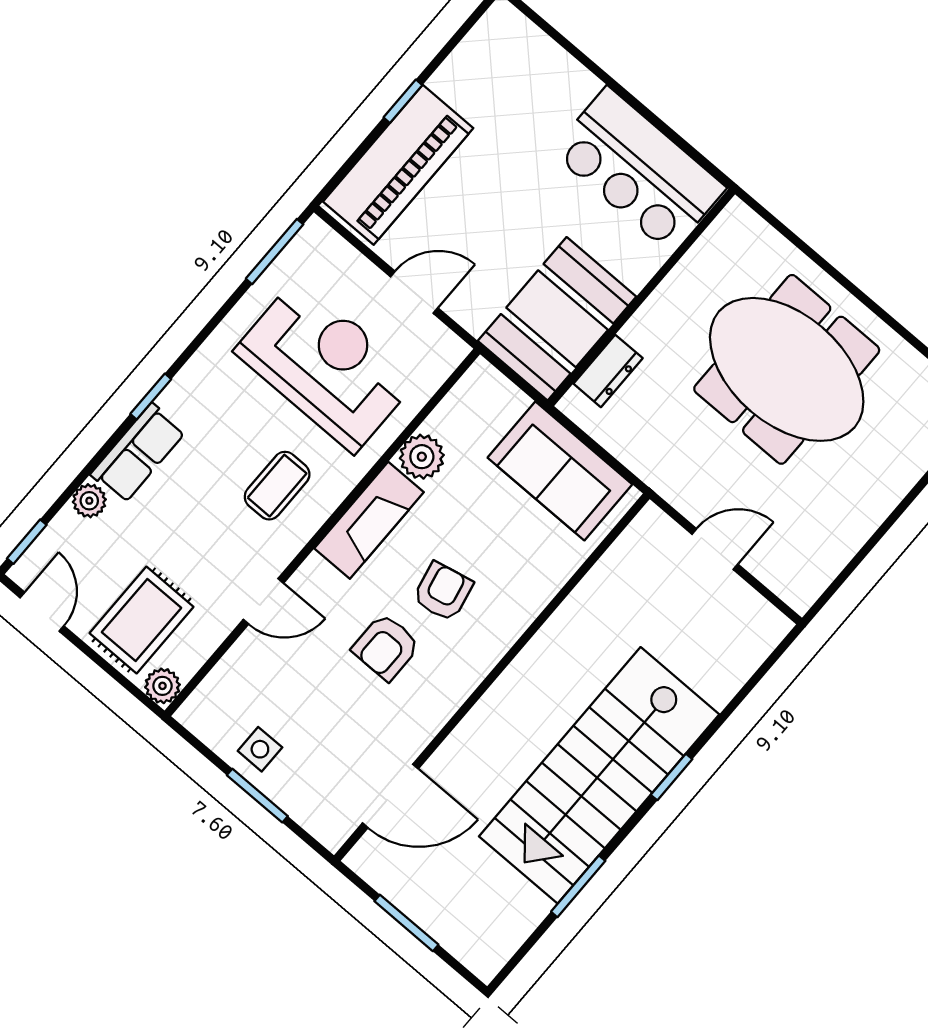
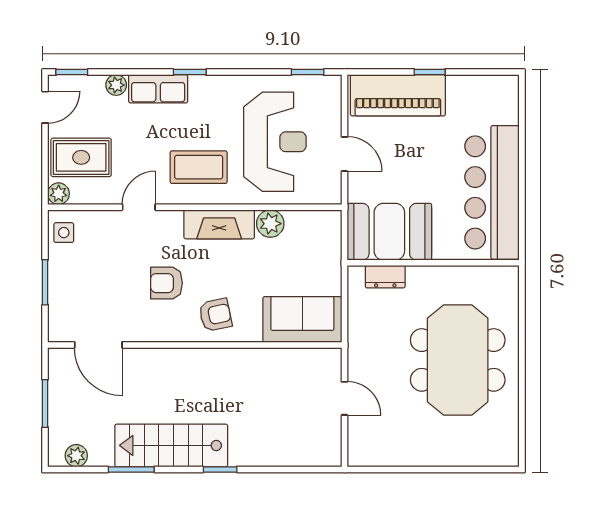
bar counter: (639, 170) -> (492, 192), width x1.36
window: (275, 252) -> (308, 72), width x0.67
sofa: (560, 471) -> (302, 319), moved, turned 90
coffee table: (277, 486) -> (199, 167), width x1.36, depth x1.30
armchair: (443, 592) -> (215, 315), moved
door: (263, 601) -> (139, 207), swing flipped
side table: (260, 749) -> (64, 233), moved
stairs: (599, 775) -> (171, 445), width x0.73, depth x0.66
plant: (504, 939) -> (76, 456), added

